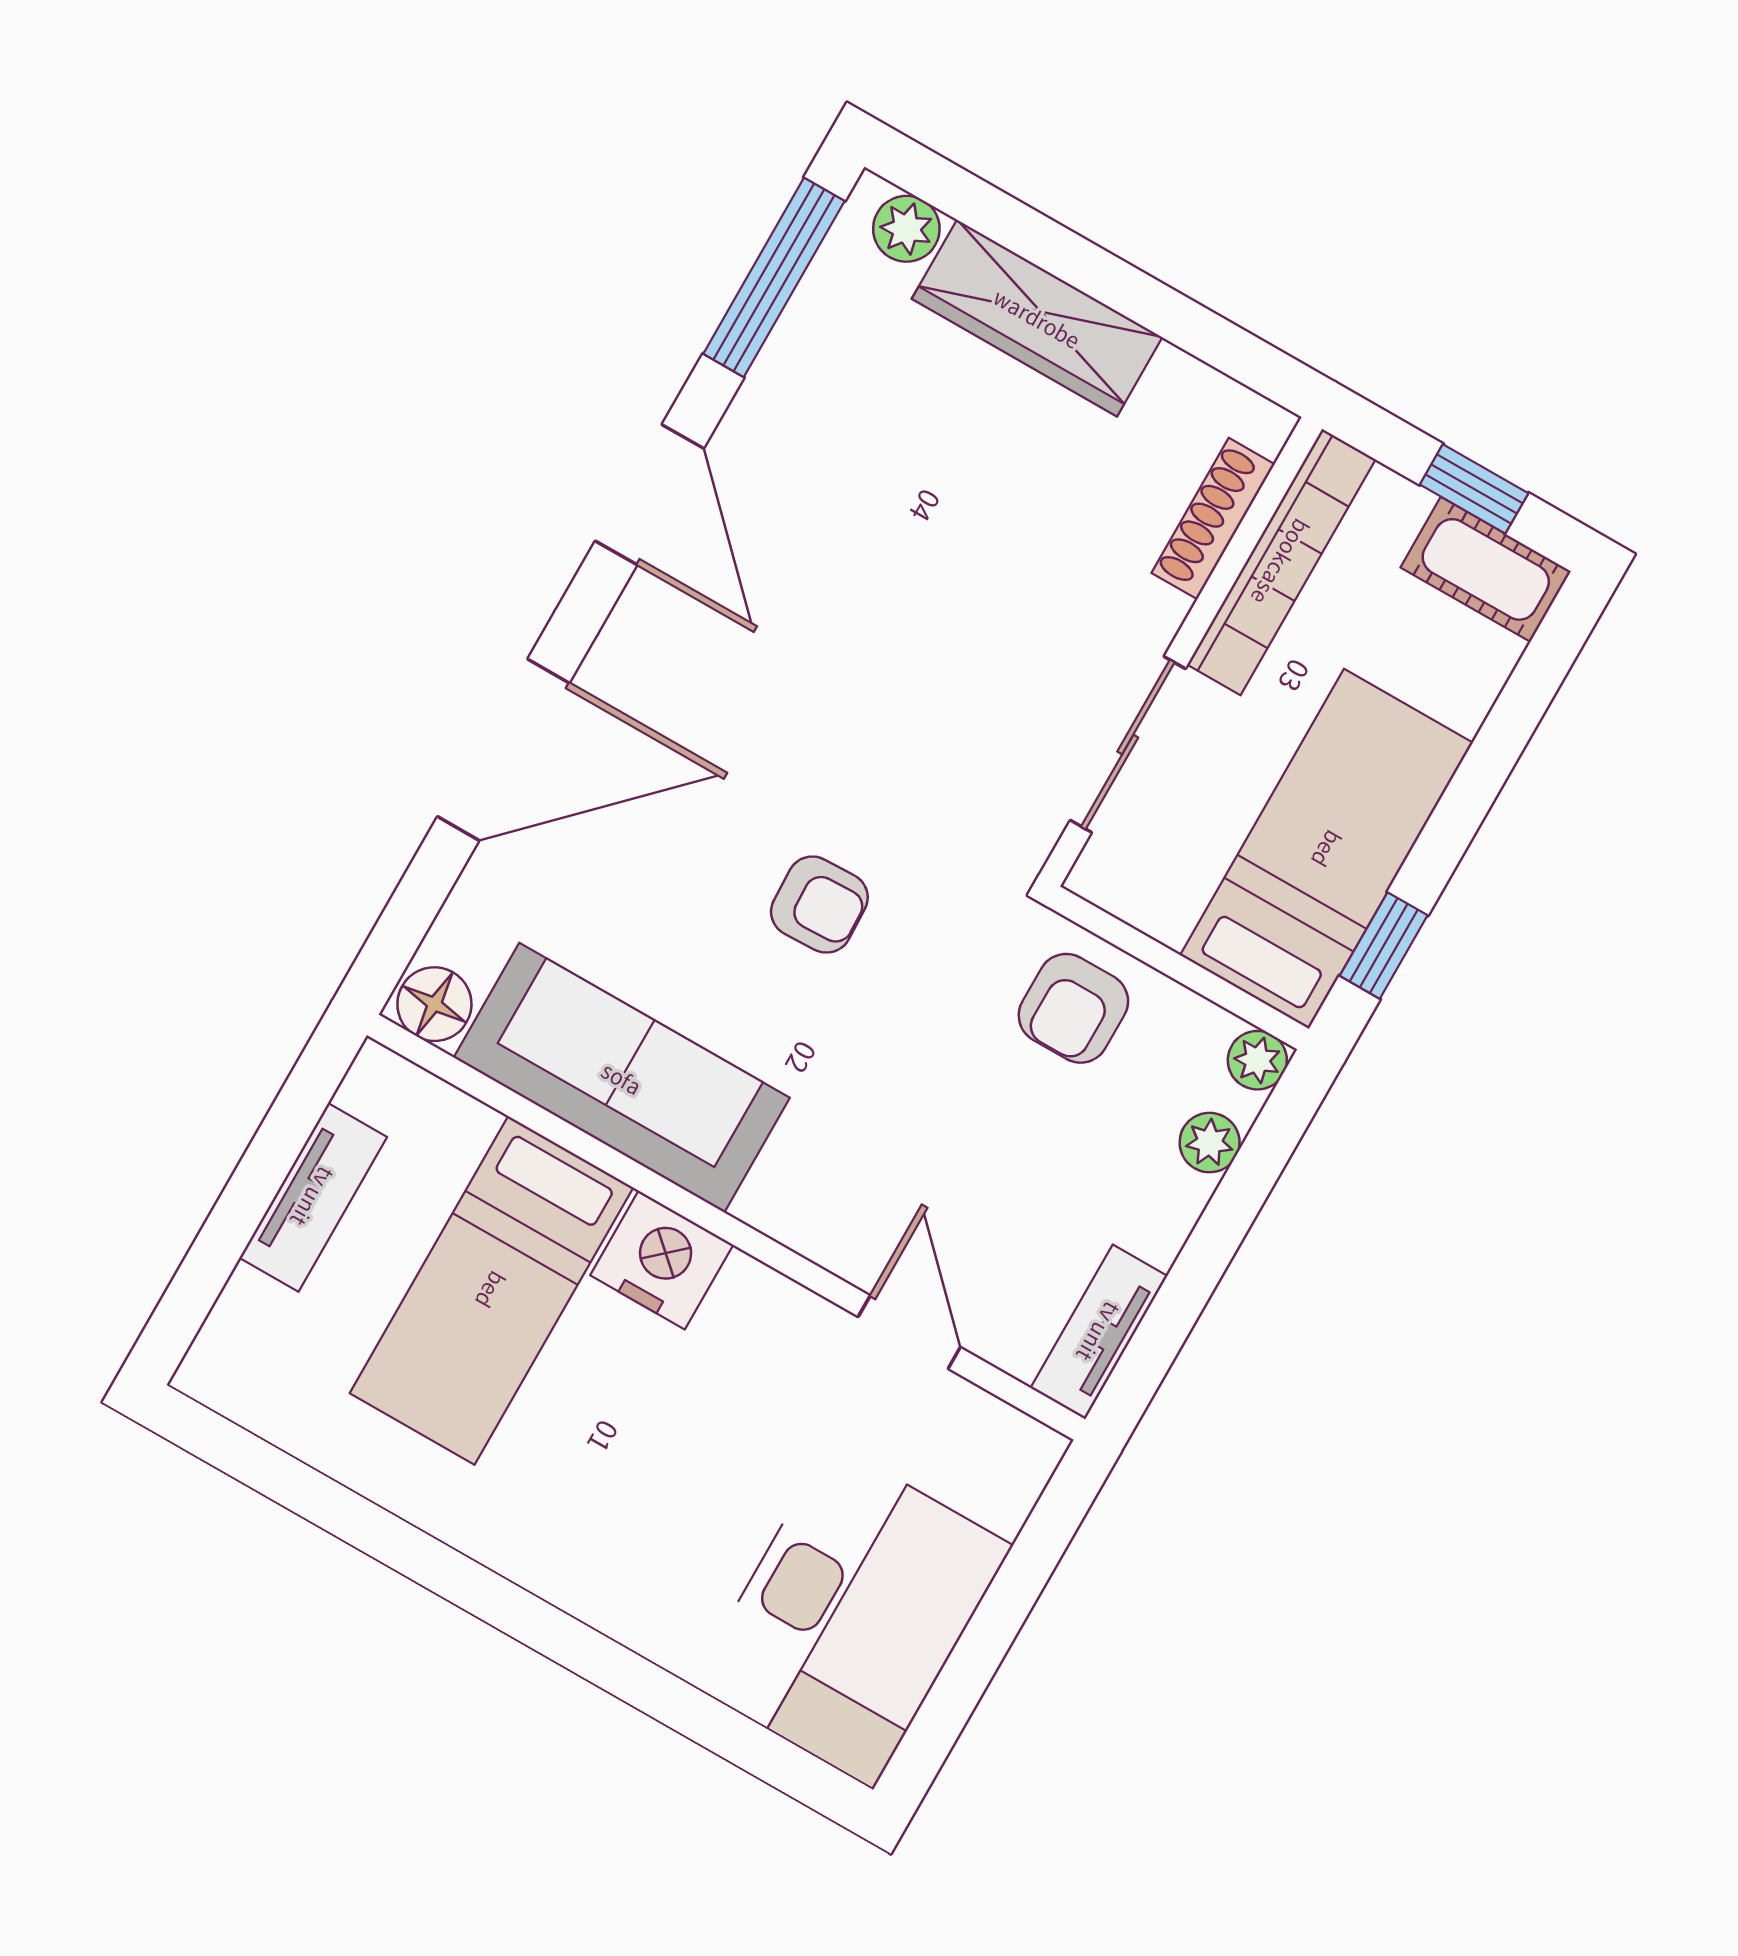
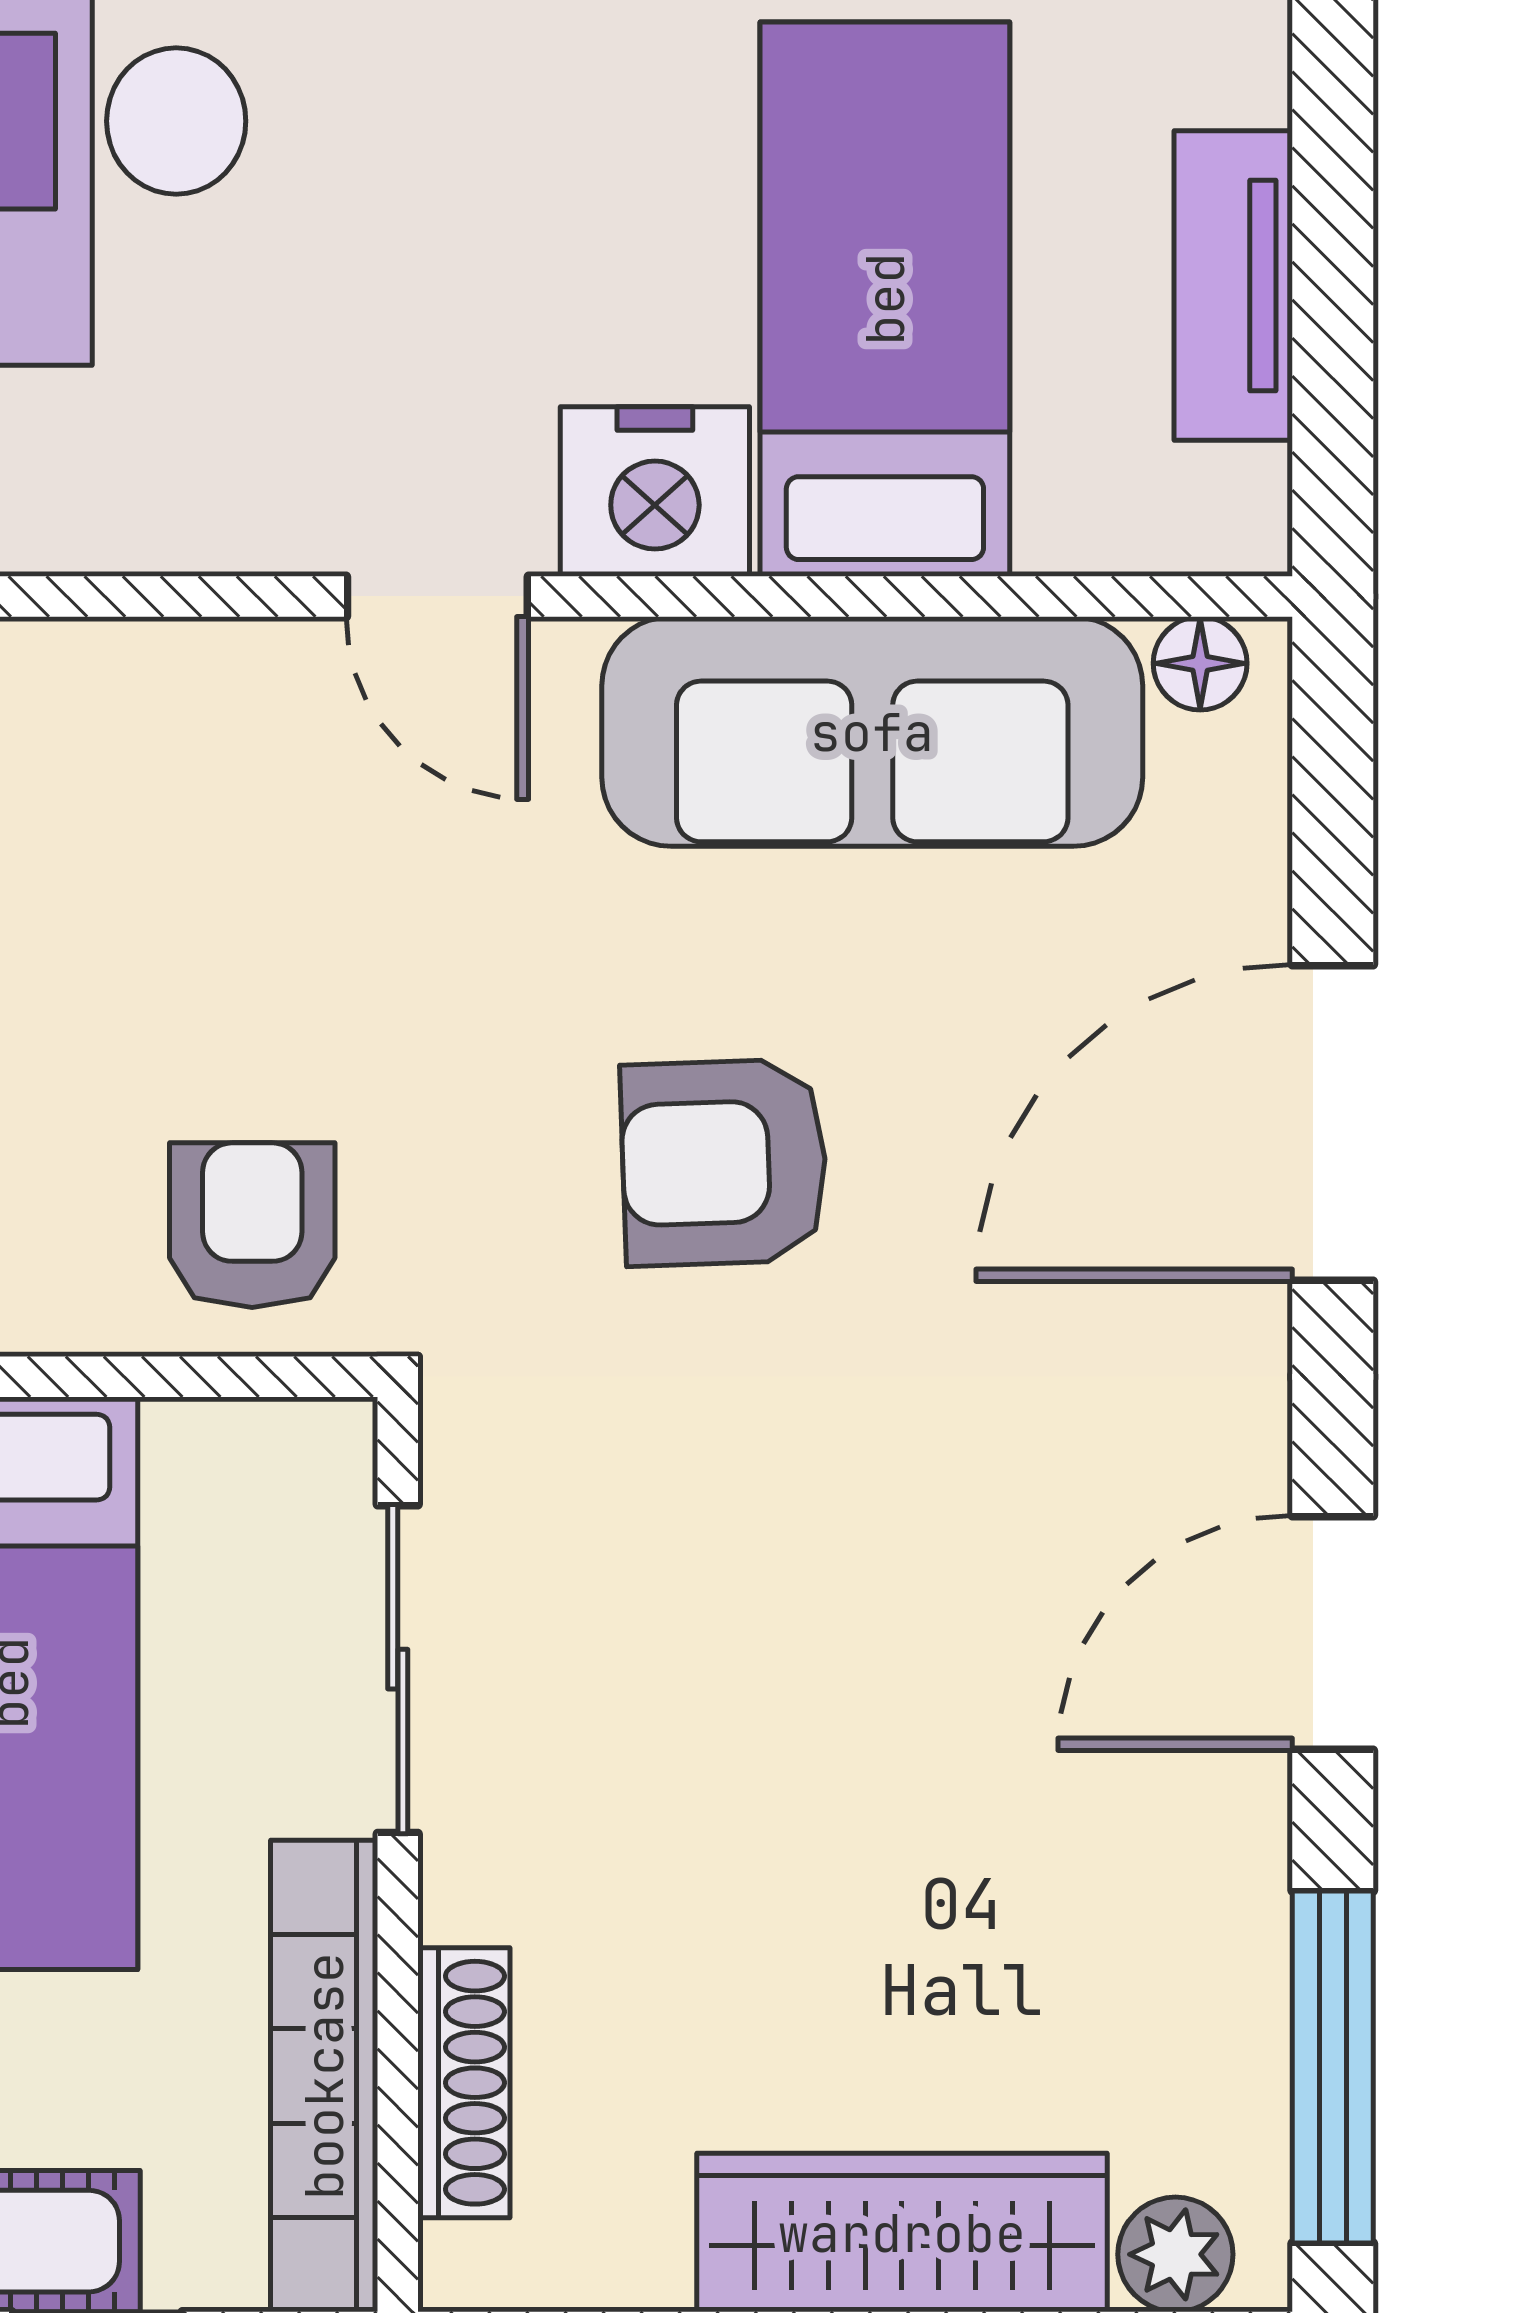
door: (650, 495) -> (1333, 1633), hinge flipped
armchair: (819, 905) -> (724, 1162), width x1.38, depth x1.38
floor lamp: (434, 1004) -> (1200, 663), width x0.73, depth x0.73
door: (909, 1332) -> (437, 596), moved

